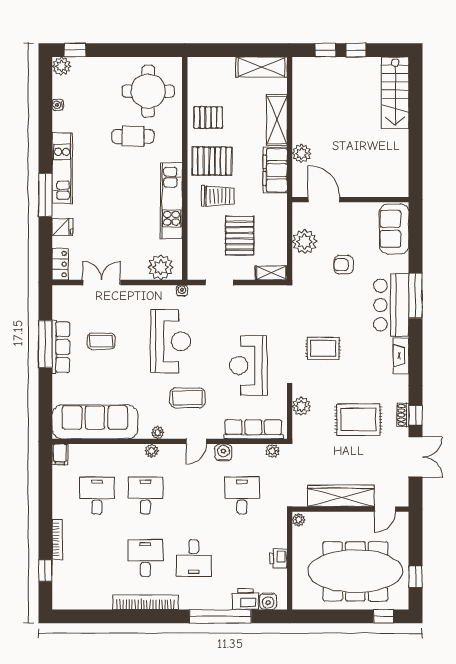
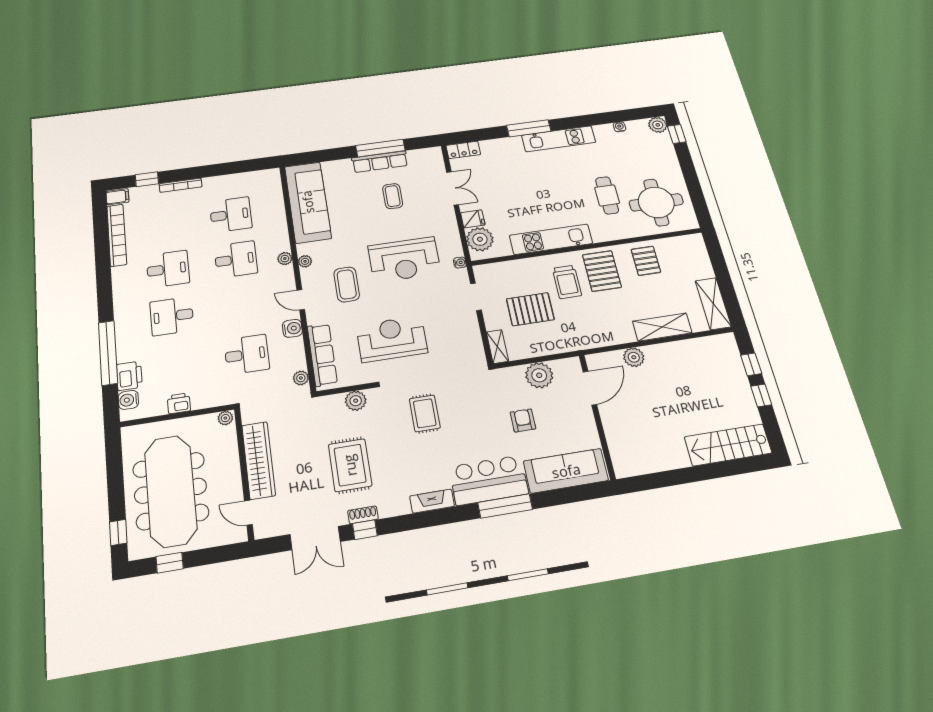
filing cabinet: (275, 170) -> (609, 333), removed
fridge: (62, 227) -> (473, 219), moved, turned -90
sofa: (394, 229) -> (566, 471), width x1.36
filing cabinet: (60, 454) -> (117, 197), moved, turned 180
bookcase: (146, 602) -> (117, 235), moved

